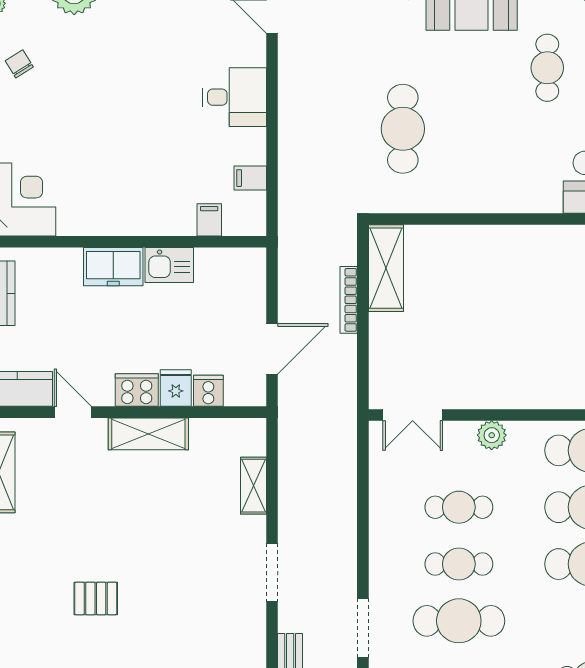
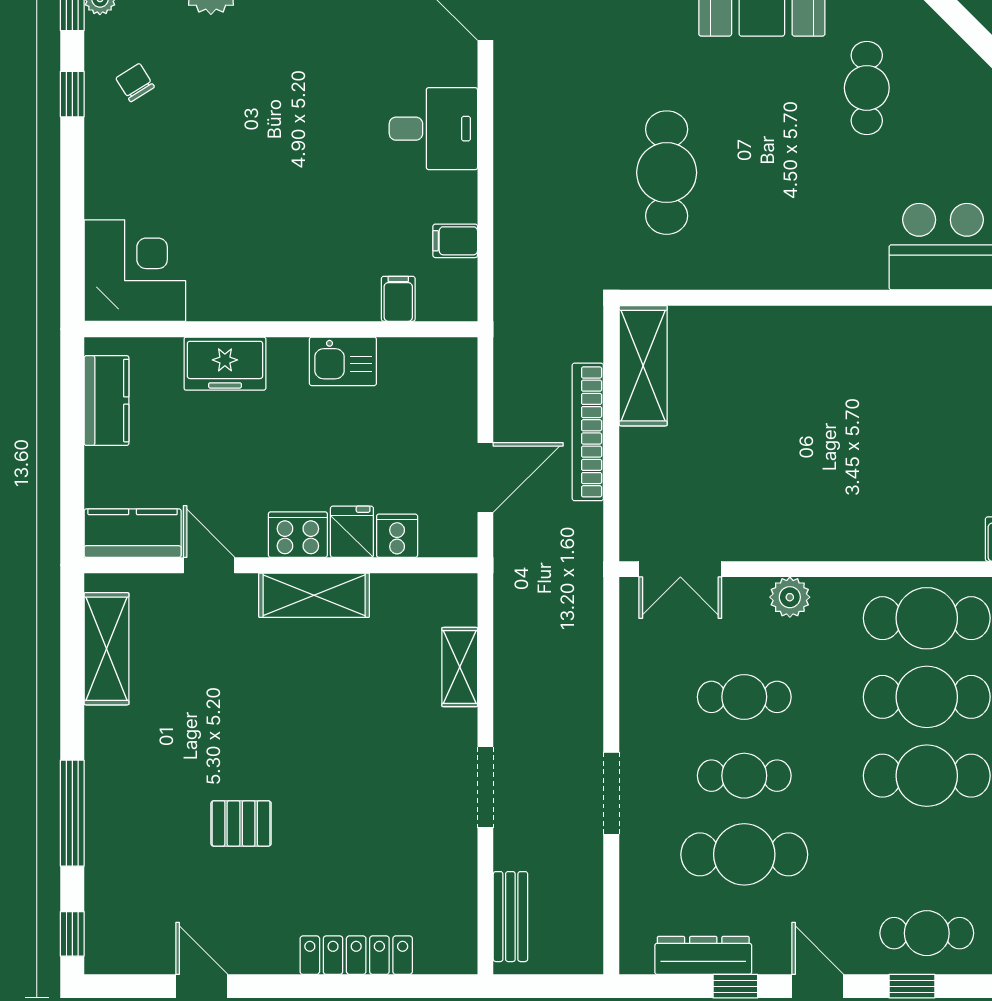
freezer: (113, 267) -> (225, 364), moved
bookcase: (349, 300) -> (588, 432), width x1.48, depth x1.31
doorway: (363, 628) -> (611, 793), moved

